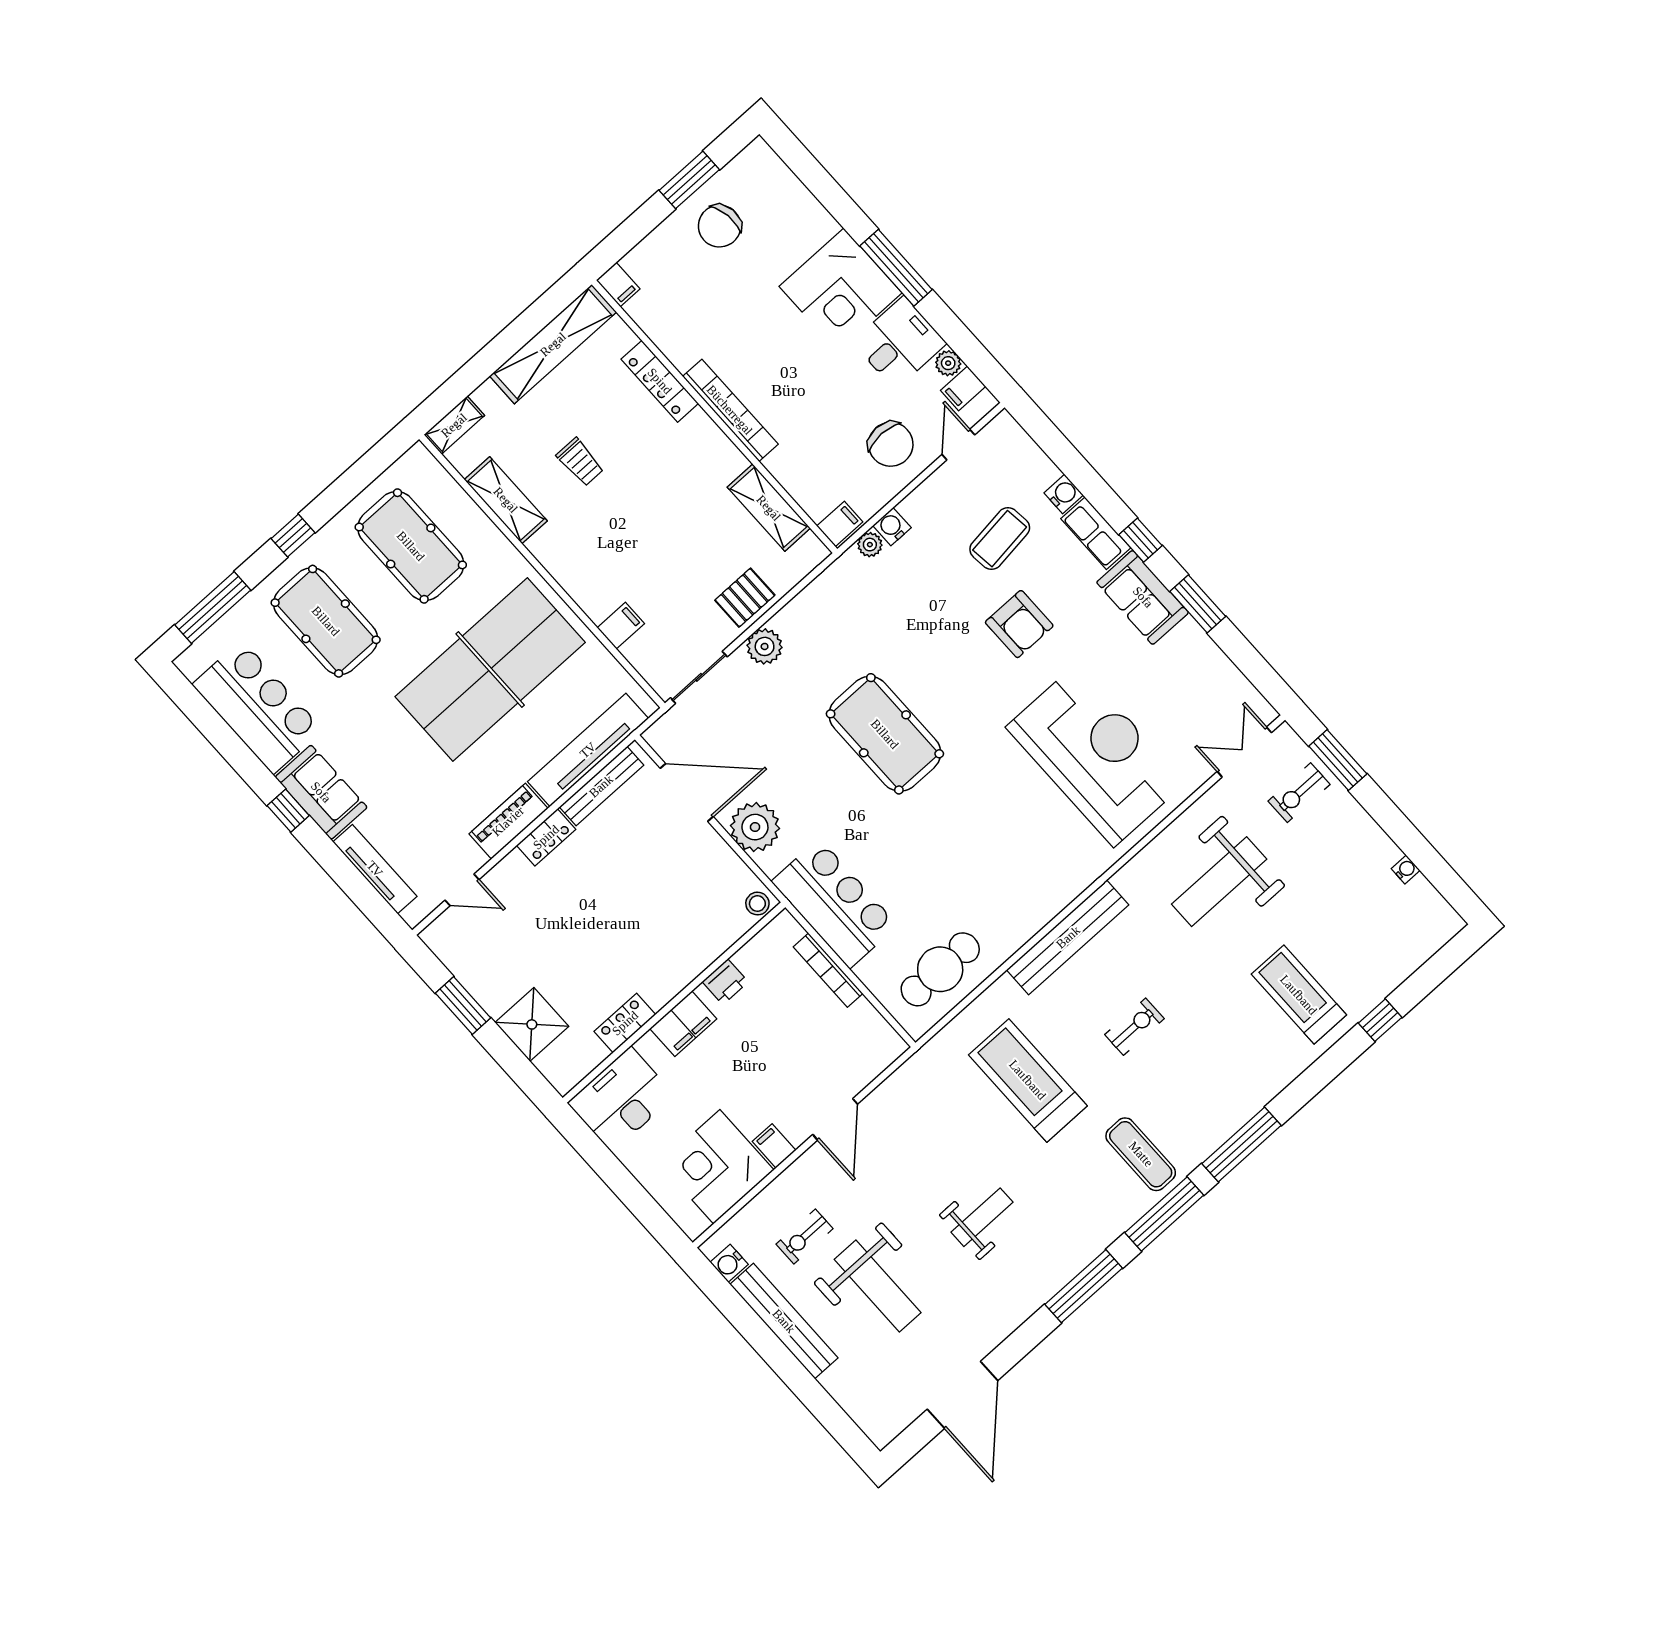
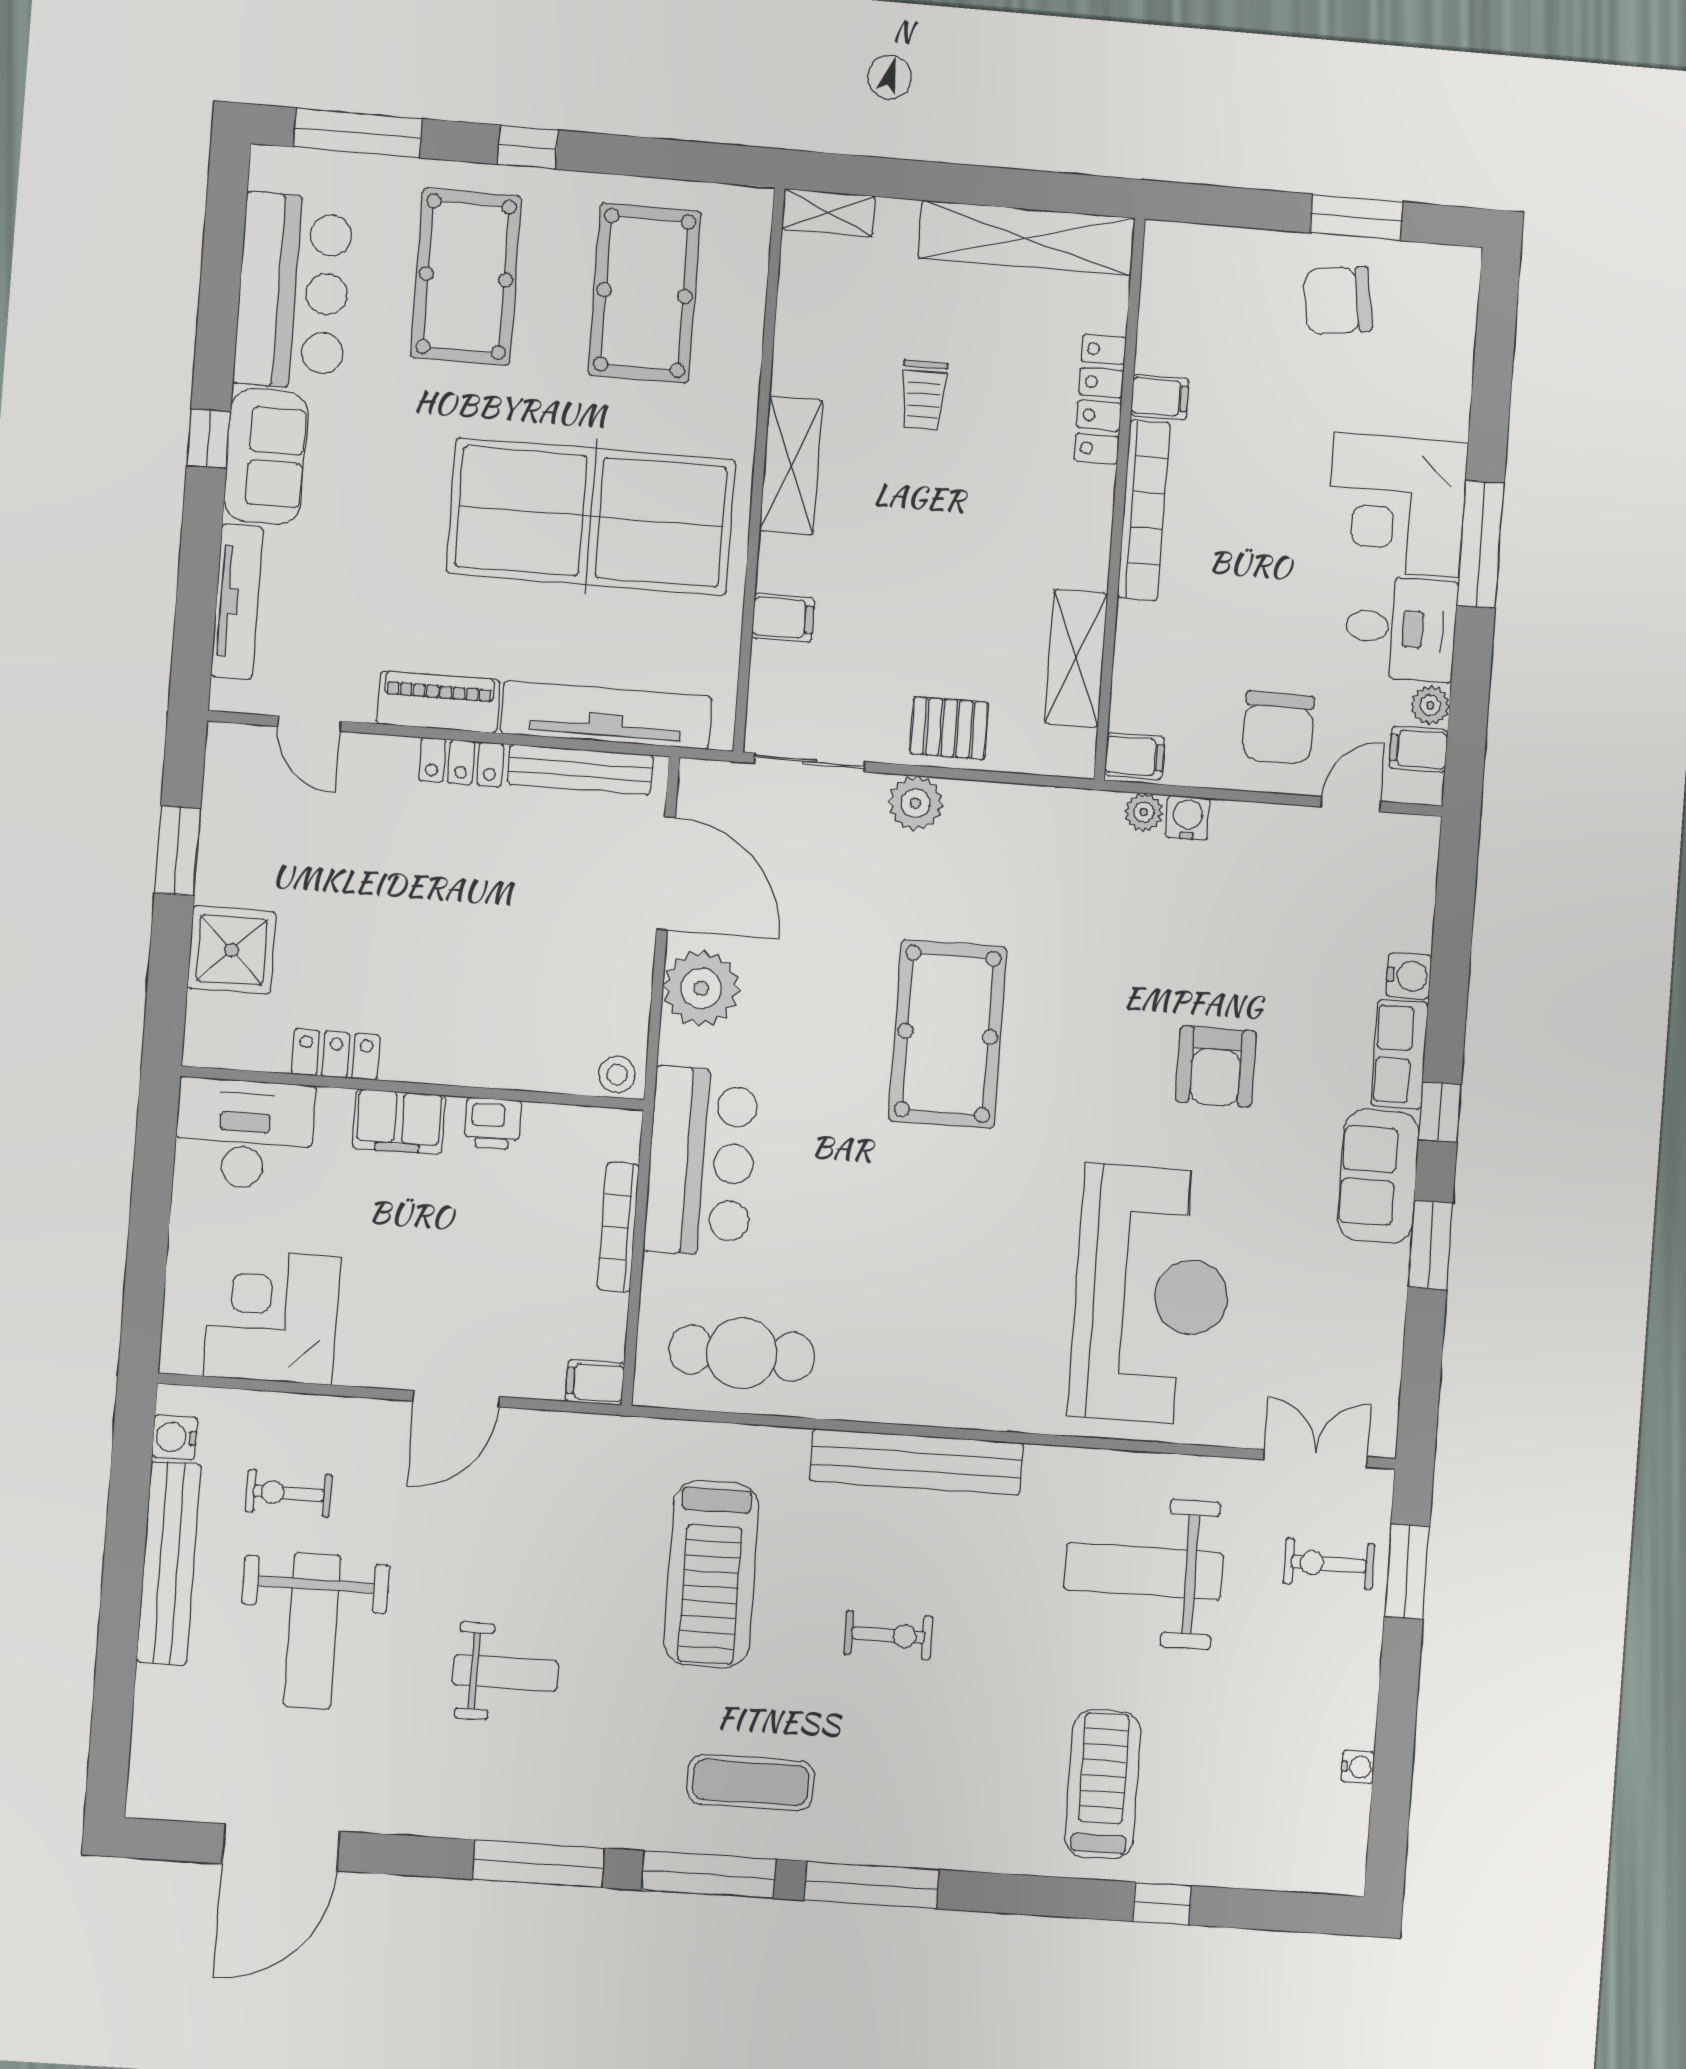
filing cabinet: (618, 284) -> (1160, 397), moved, turned -90
shelving: (506, 500) -> (791, 466), moved
coffee table: (1000, 539) -> (1290, 952), removed
treadmill: (1028, 1080) -> (711, 1574), turned 180
filing cabinet: (774, 1146) -> (595, 1382), moved, turned -90
exercise mat: (1141, 1154) -> (751, 1782), turned 90

